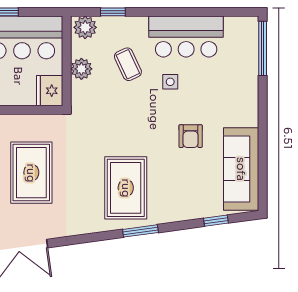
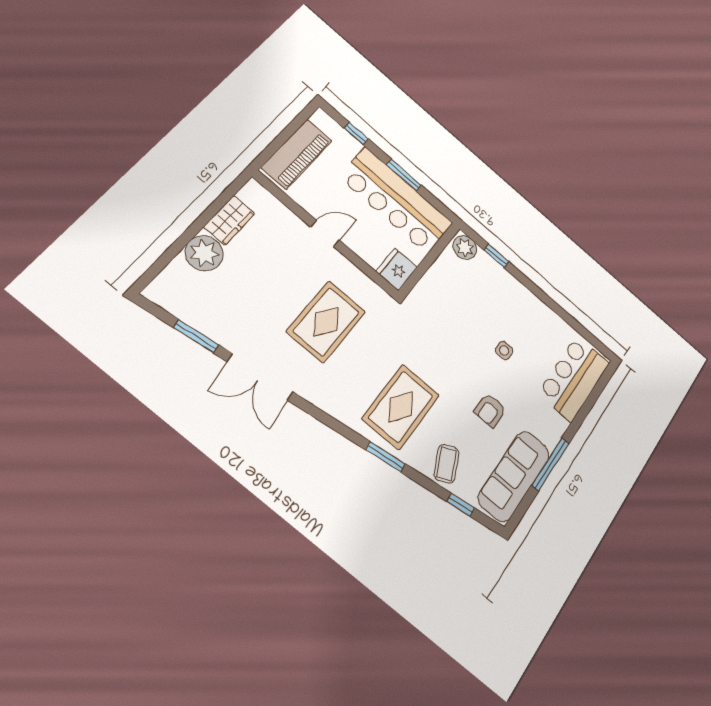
bar counter: (186, 36) -> (574, 378), moved, turned 90
window: (263, 48) -> (550, 464), moved
coffee table: (128, 64) -> (446, 464), moved
plant: (81, 69) -> (437, 276), removed

